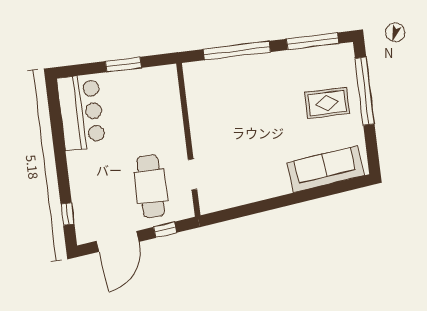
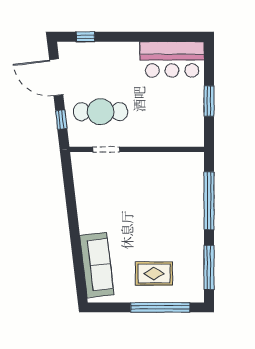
rug: (327, 103) -> (154, 274), turned 90

